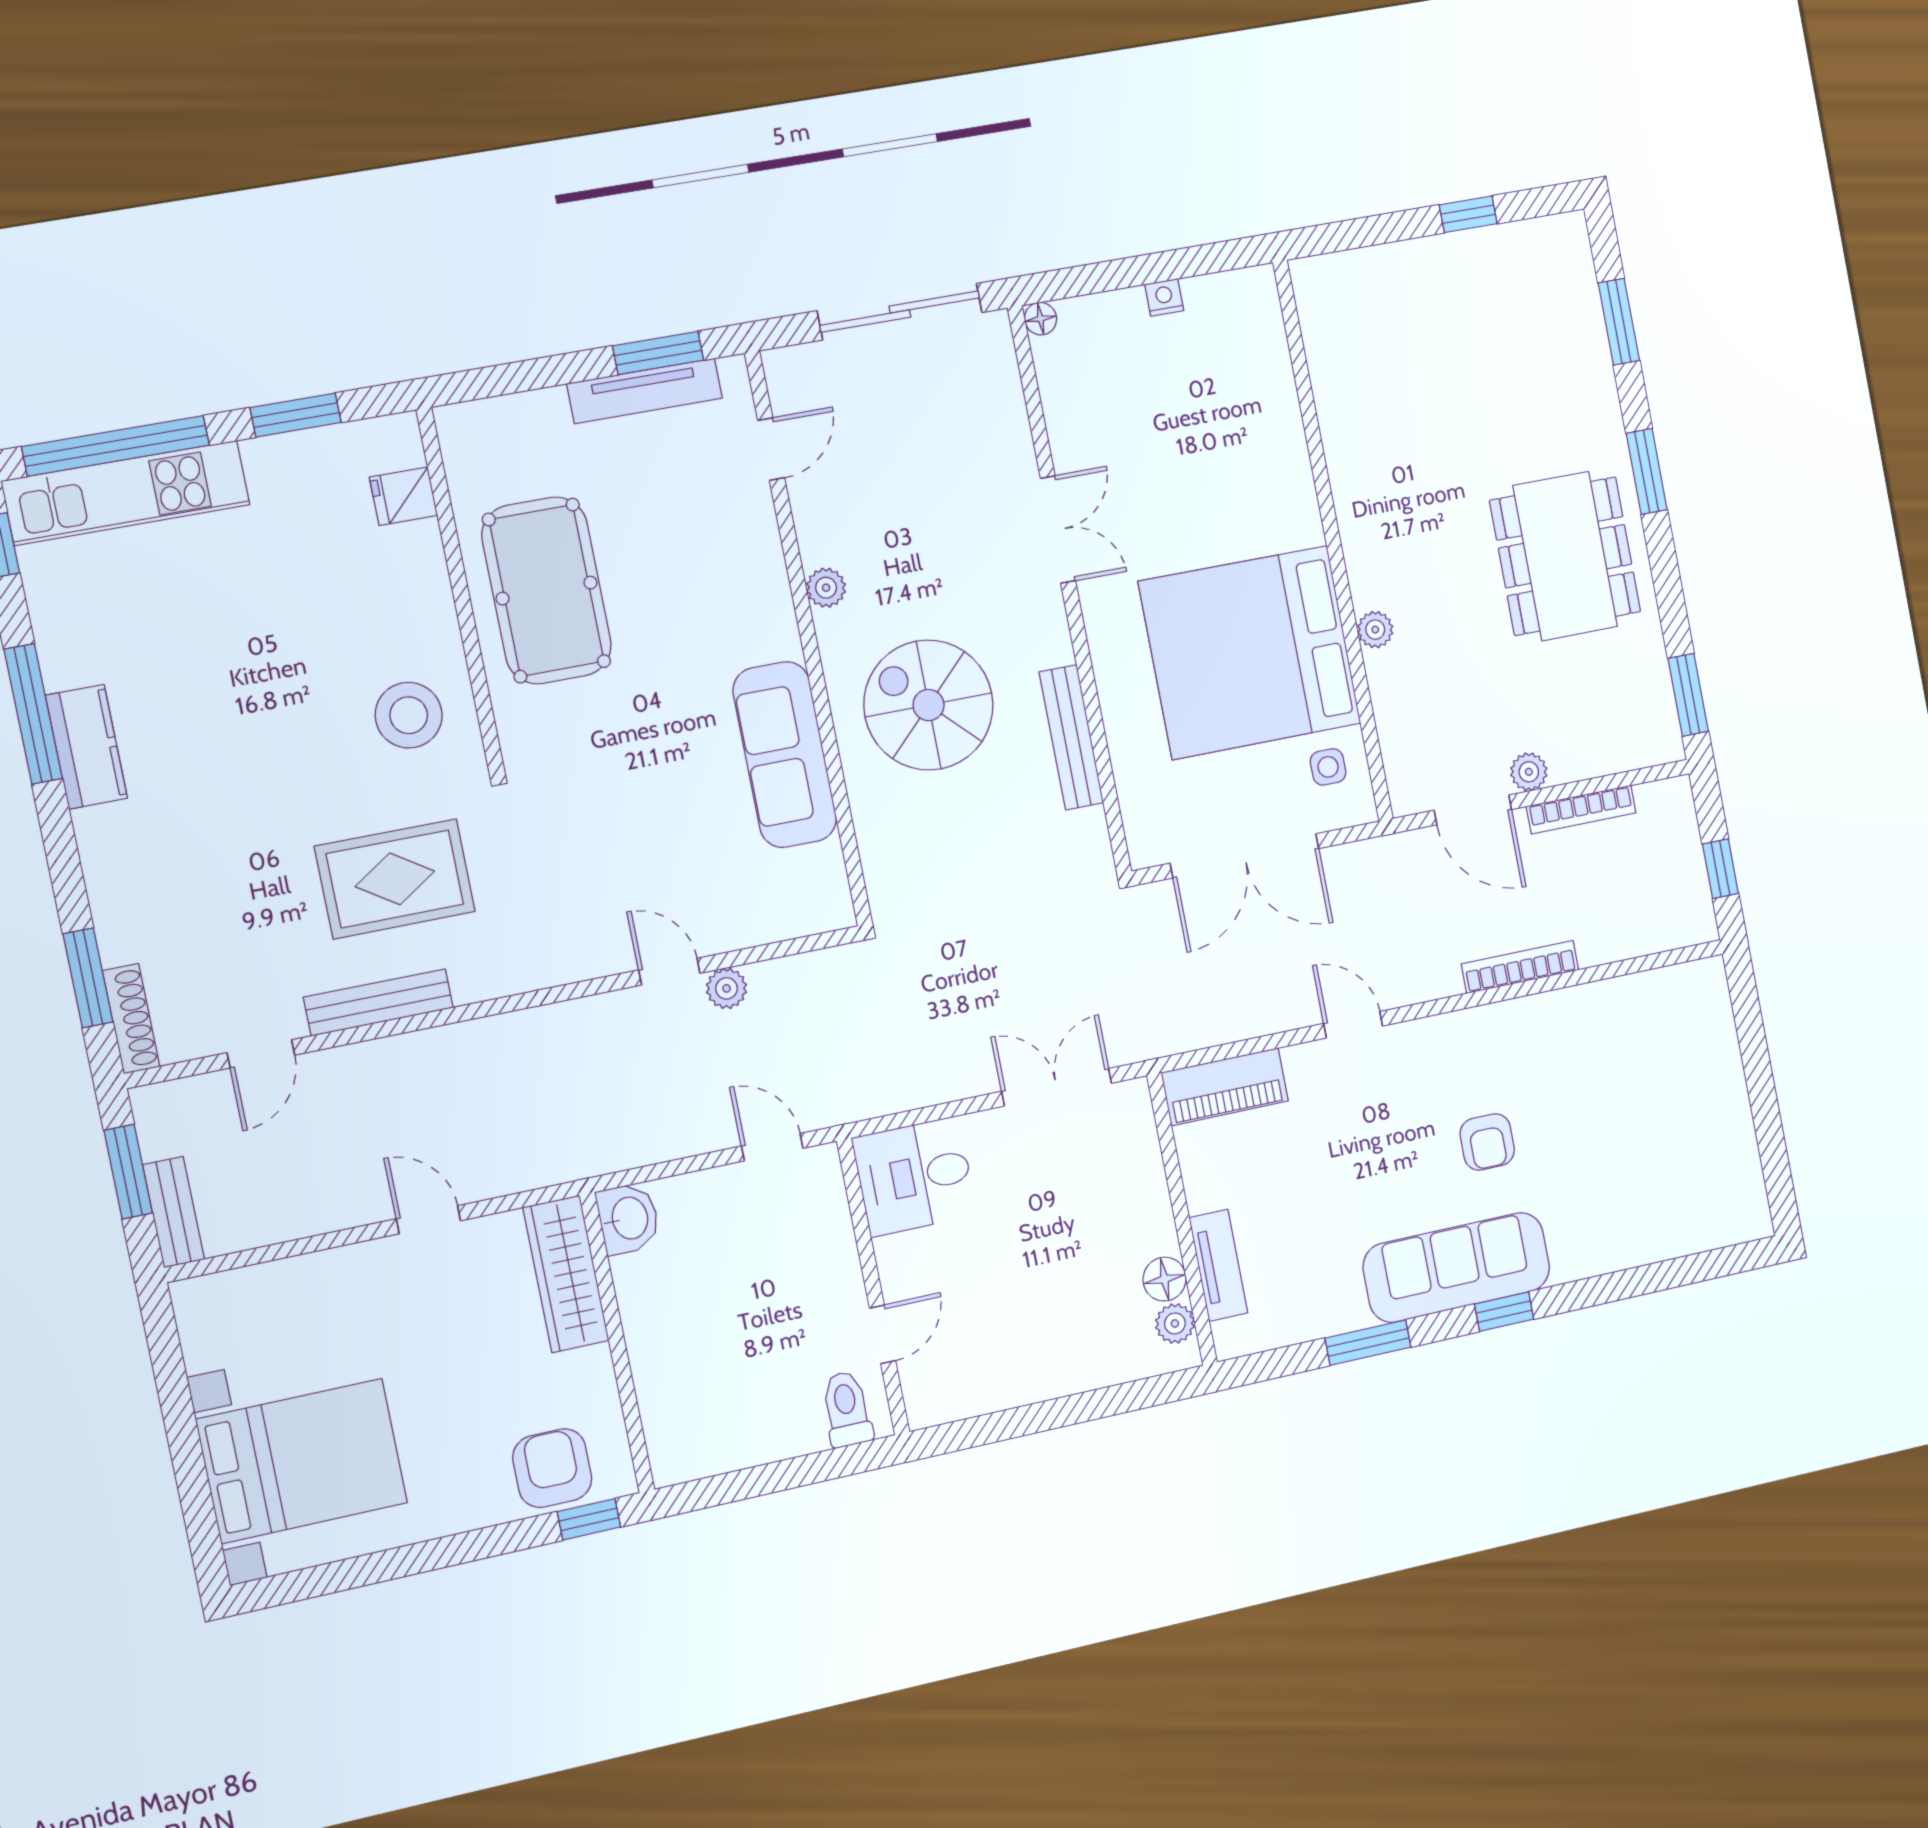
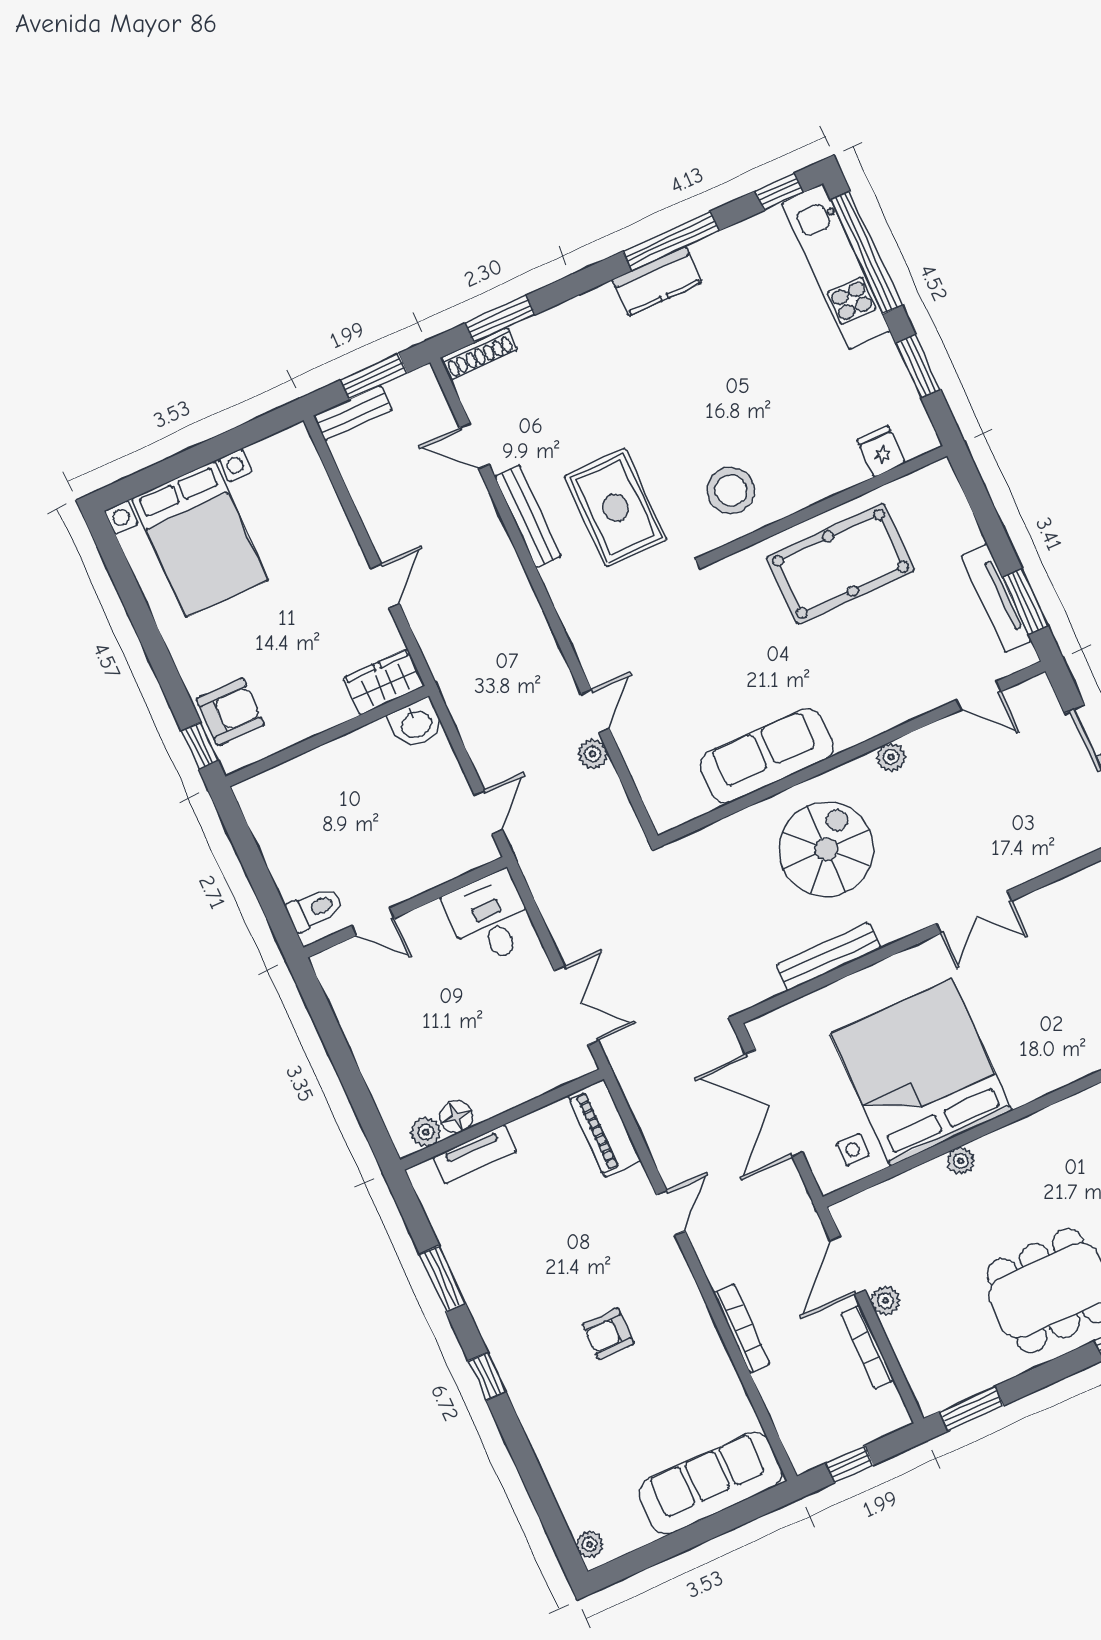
plant: (1742, 1226) -> (590, 1544), added
sofa: (1457, 1267) -> (710, 1483), moved, turned -90
wardrobe: (566, 1274) -> (384, 682), width x0.67

